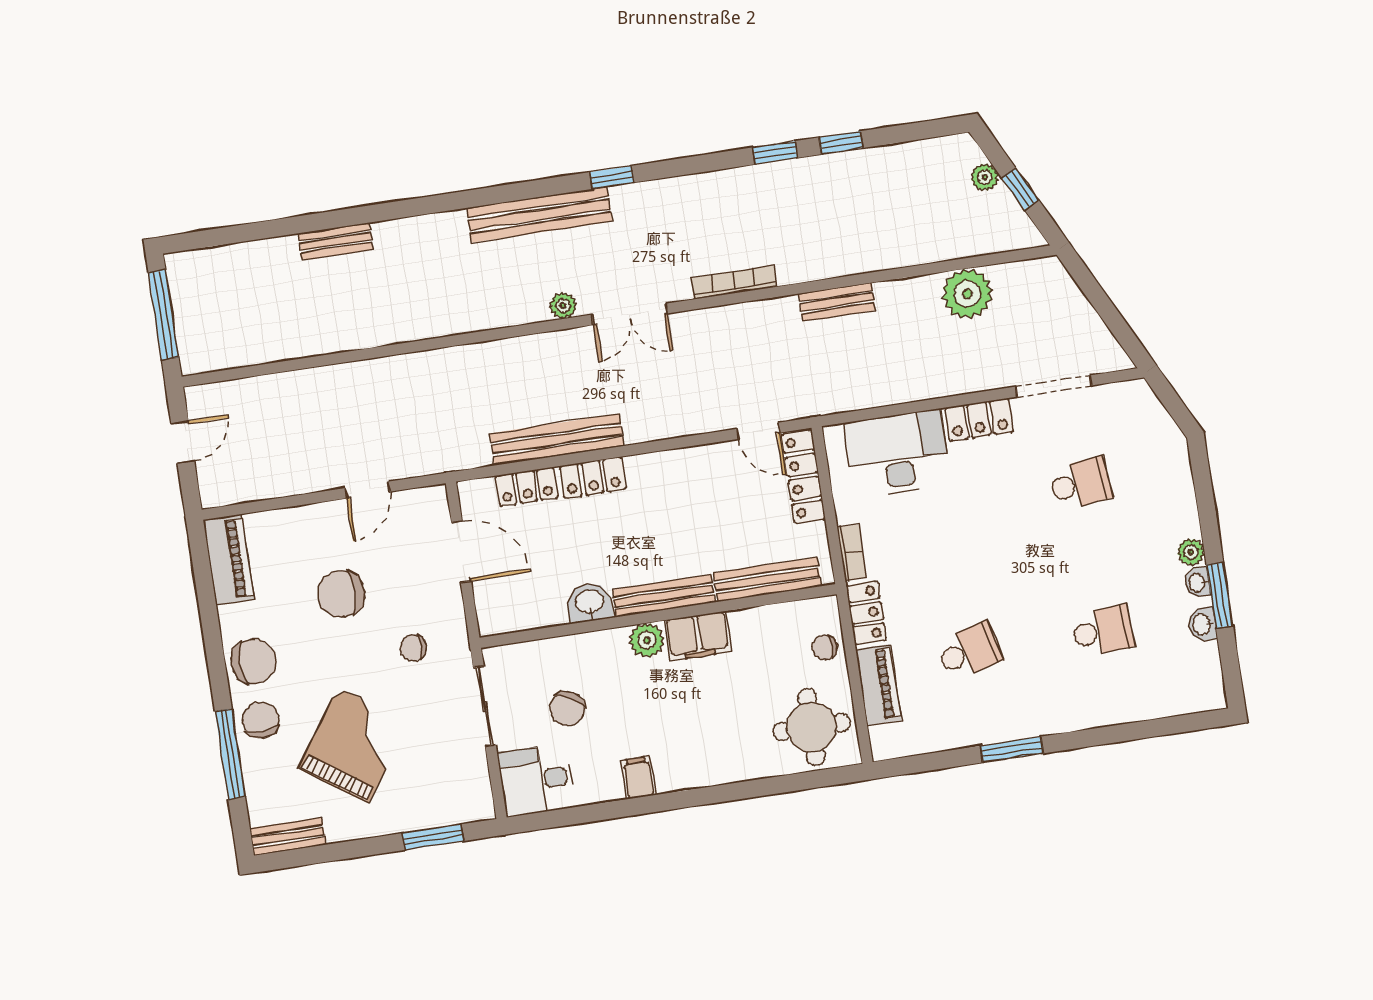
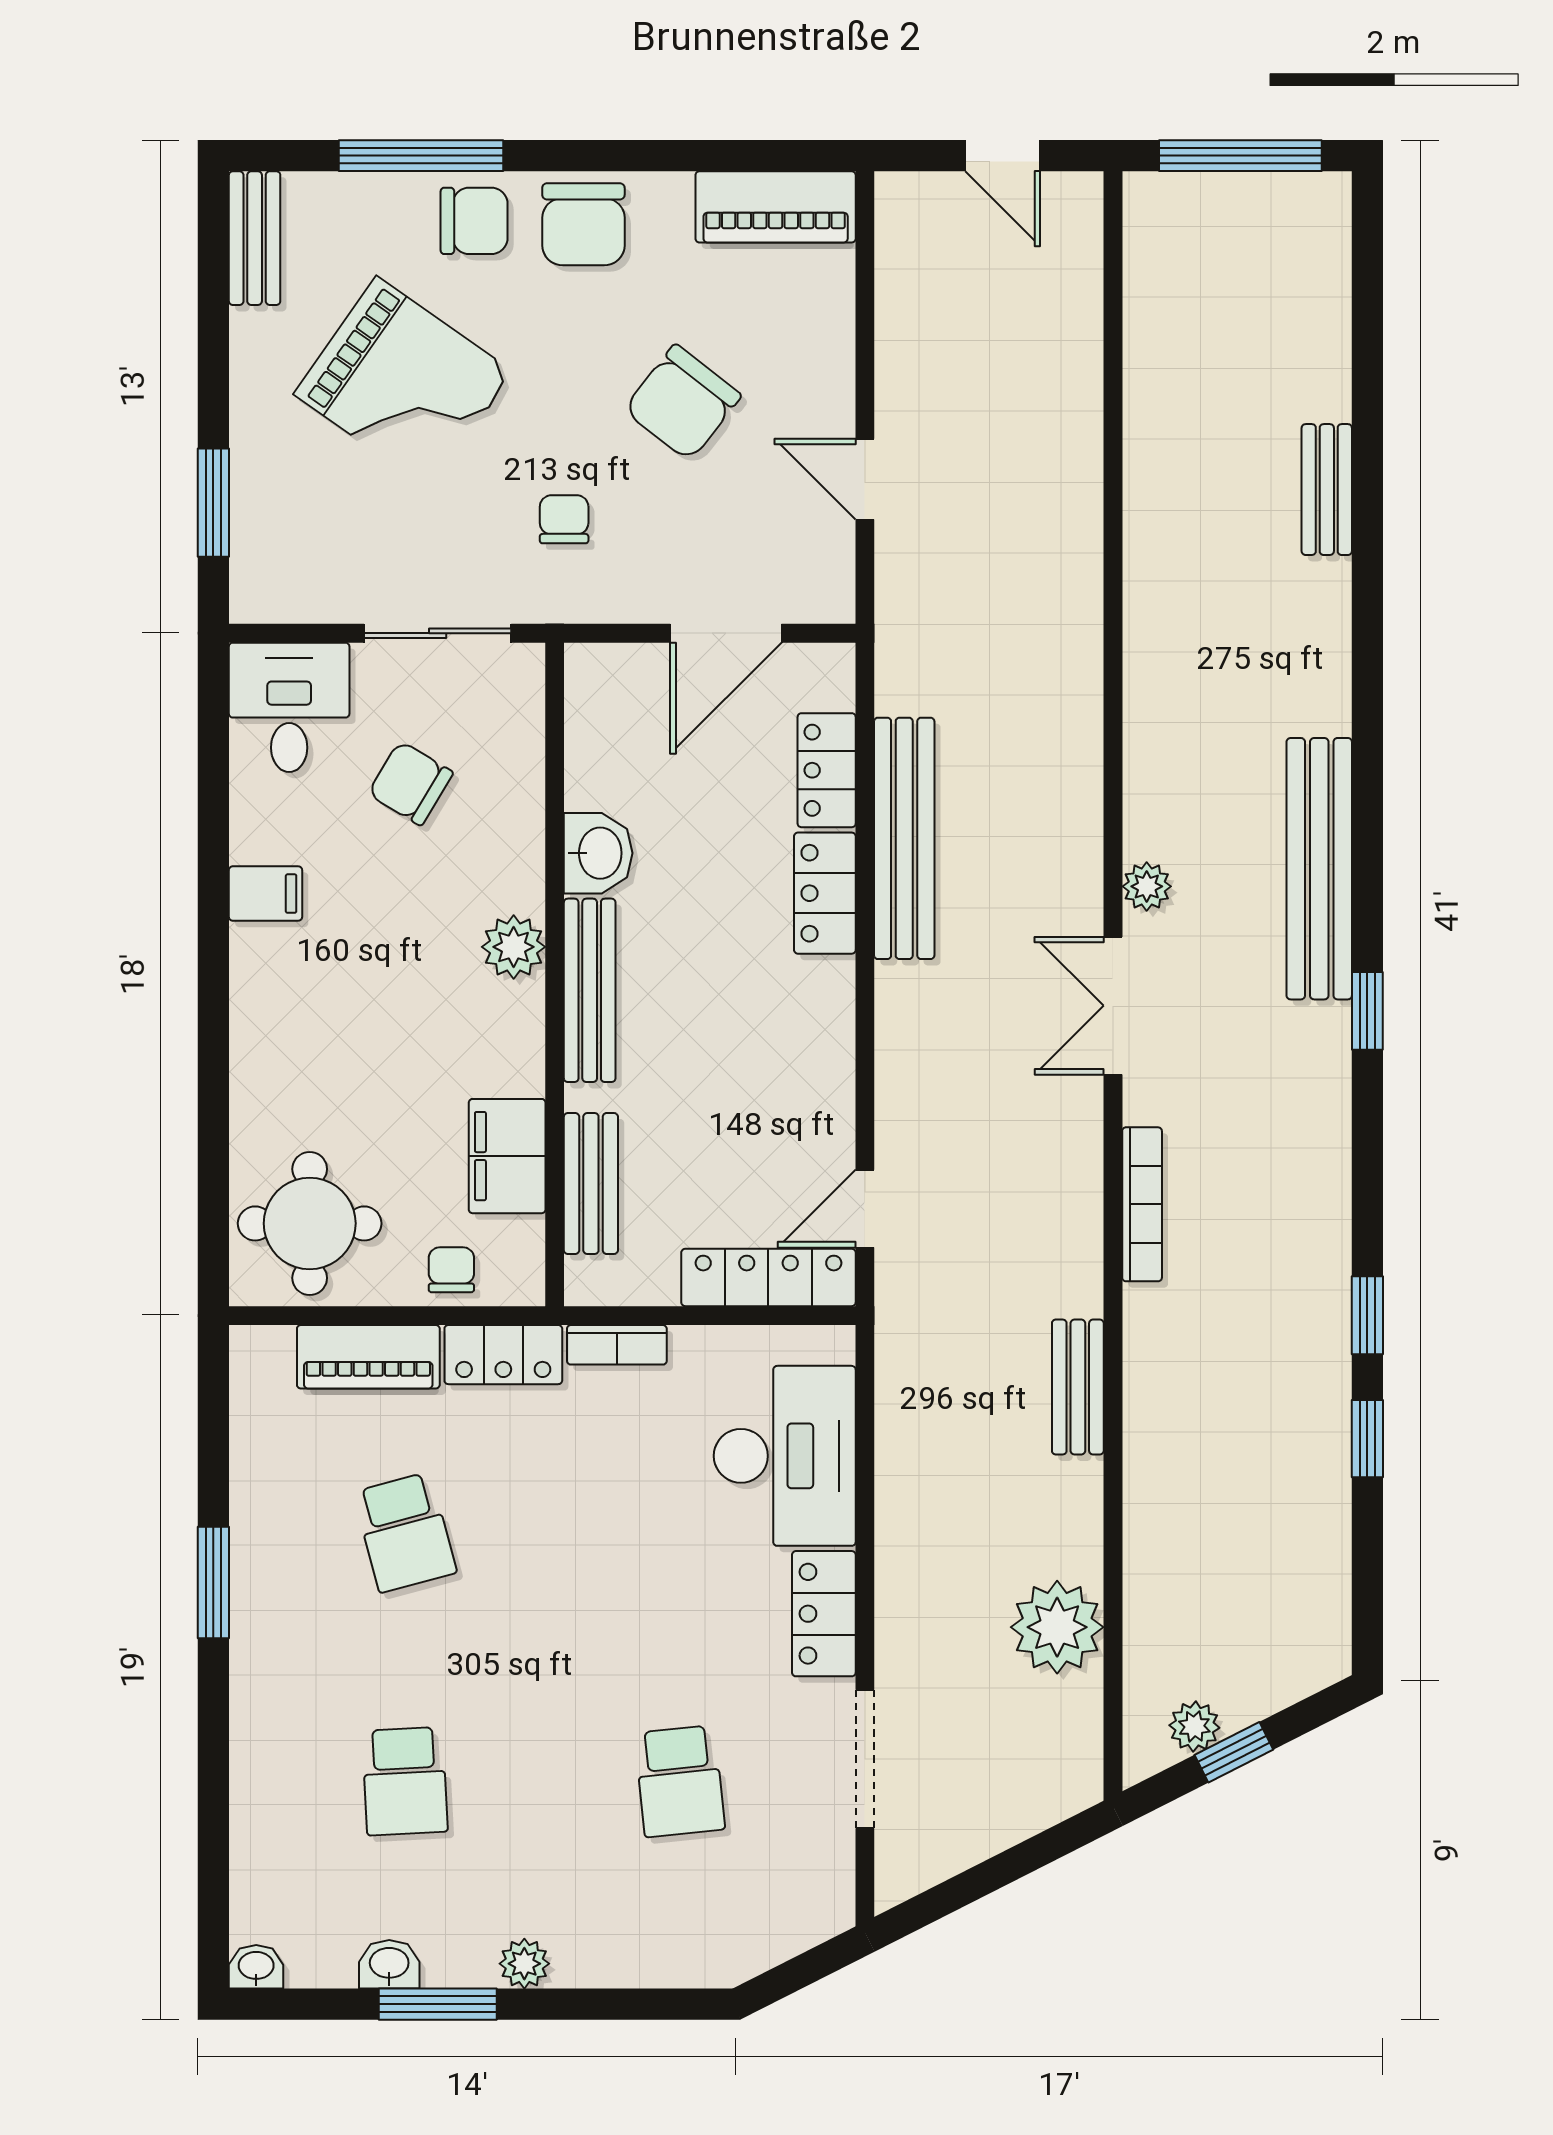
plant: (985, 177) -> (1194, 1726), moved
bench: (767, 580) -> (591, 1183), width x0.73
washbasin: (1197, 582) -> (256, 1967), moved
chair: (341, 594) -> (682, 403), turned -142
filing cabinet: (698, 636) -> (507, 1156), moved

